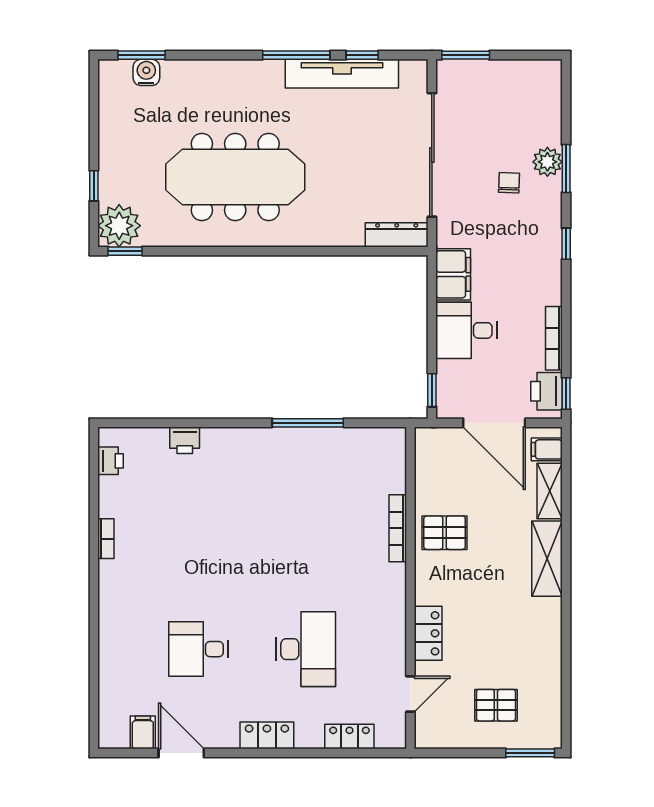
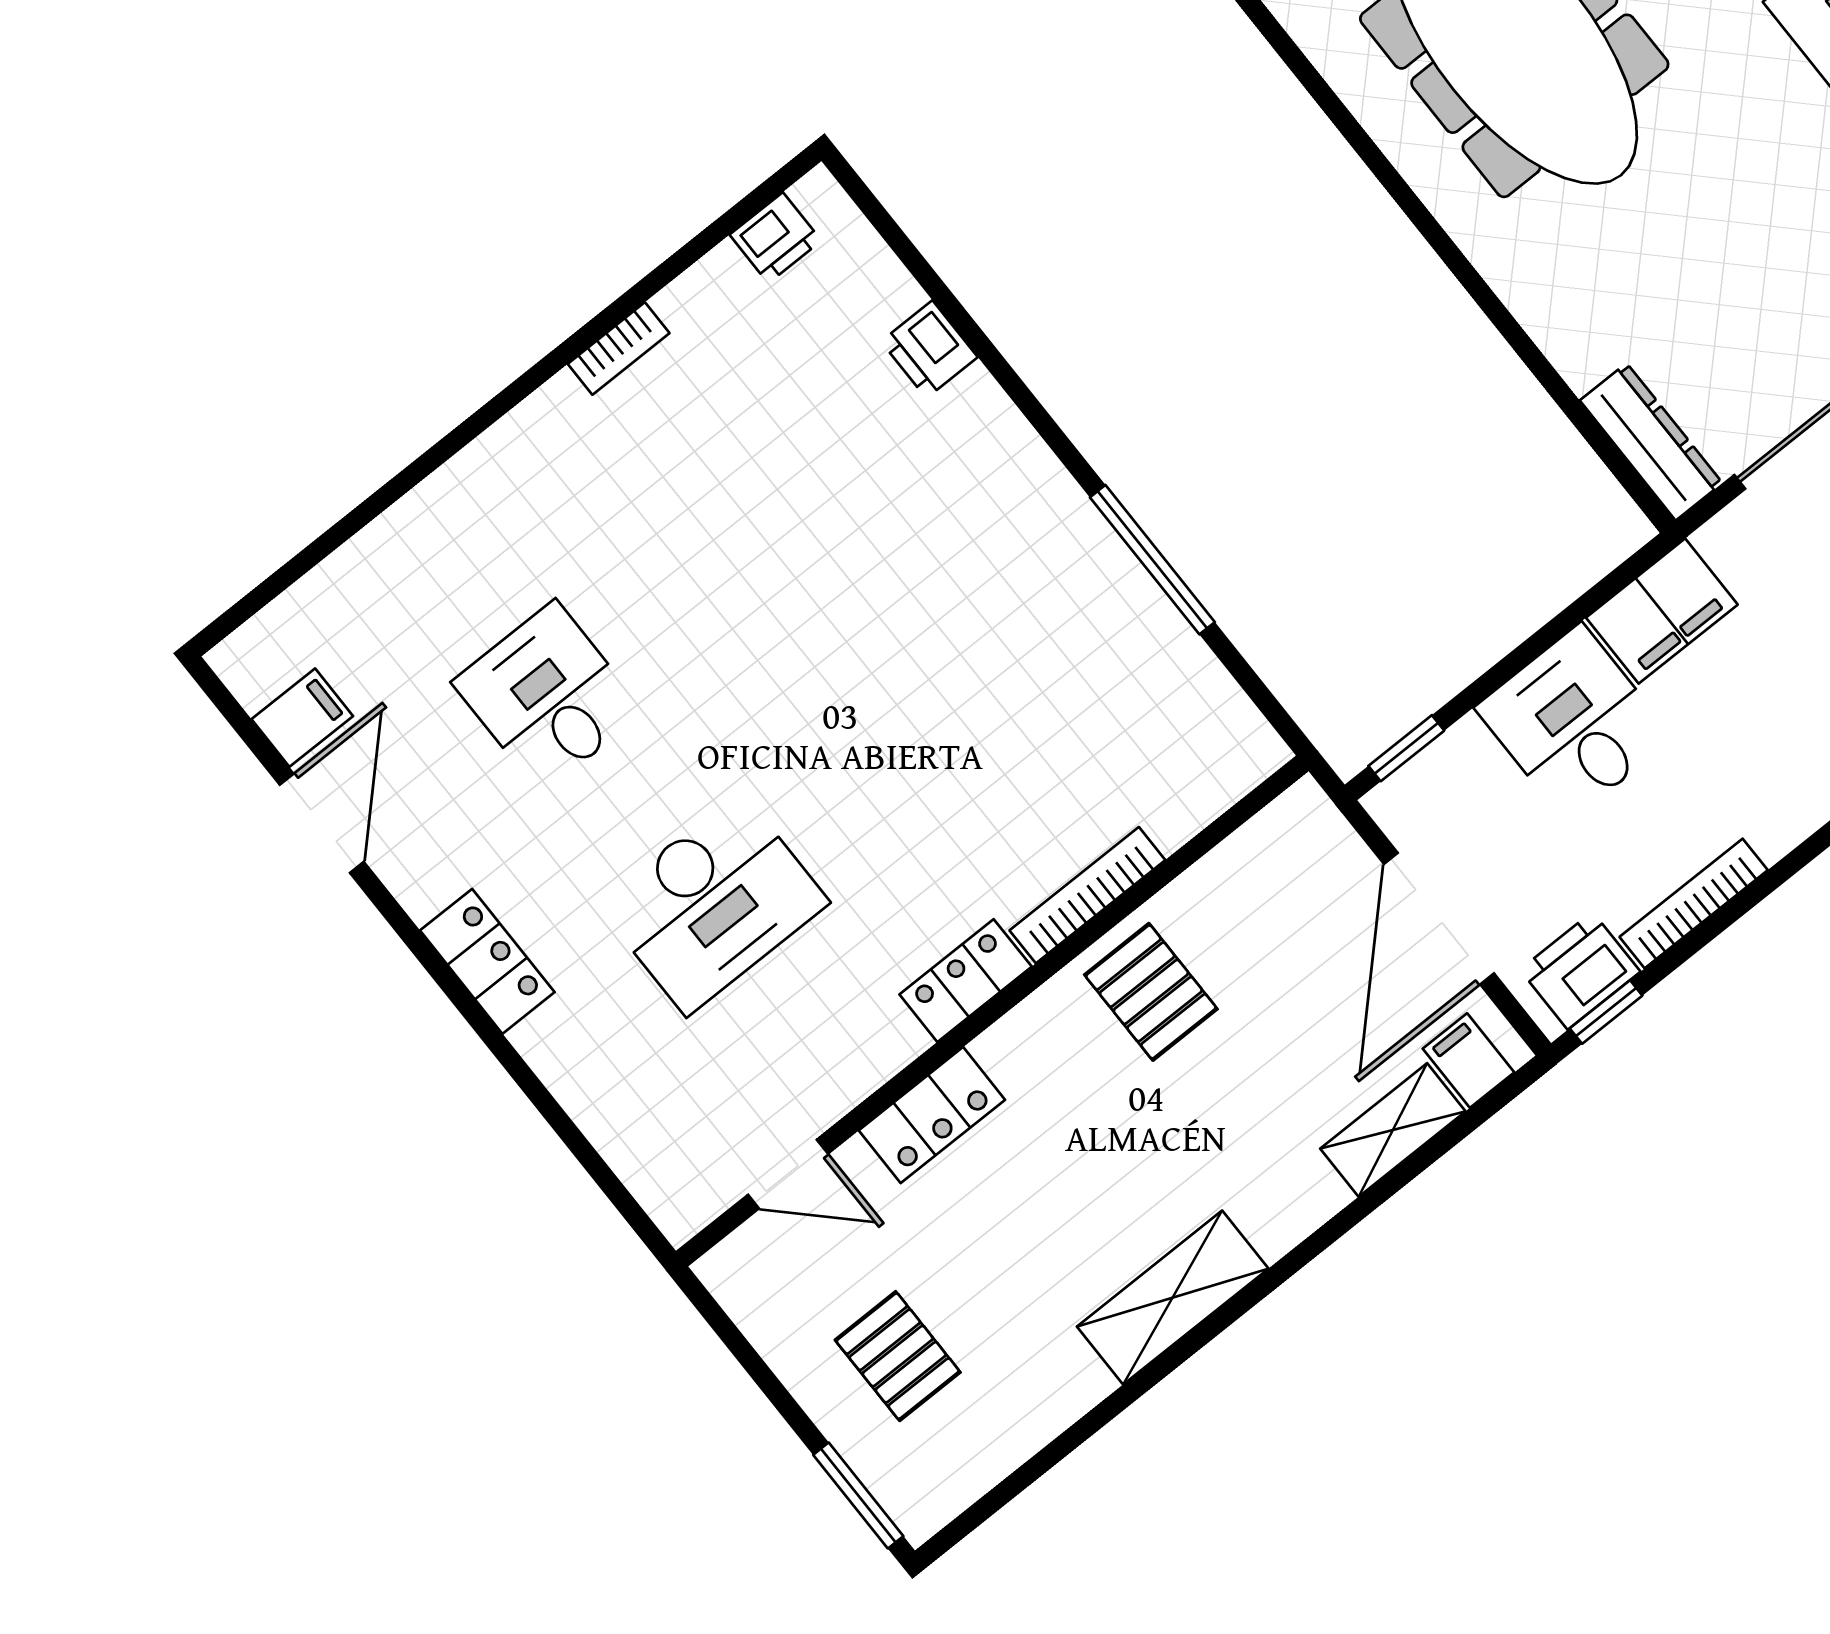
shelving: (547, 559) -> (1173, 1298), moved
locker: (349, 737) -> (966, 981), moved, turned -90

